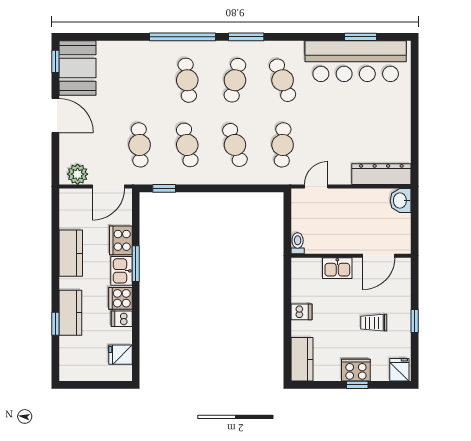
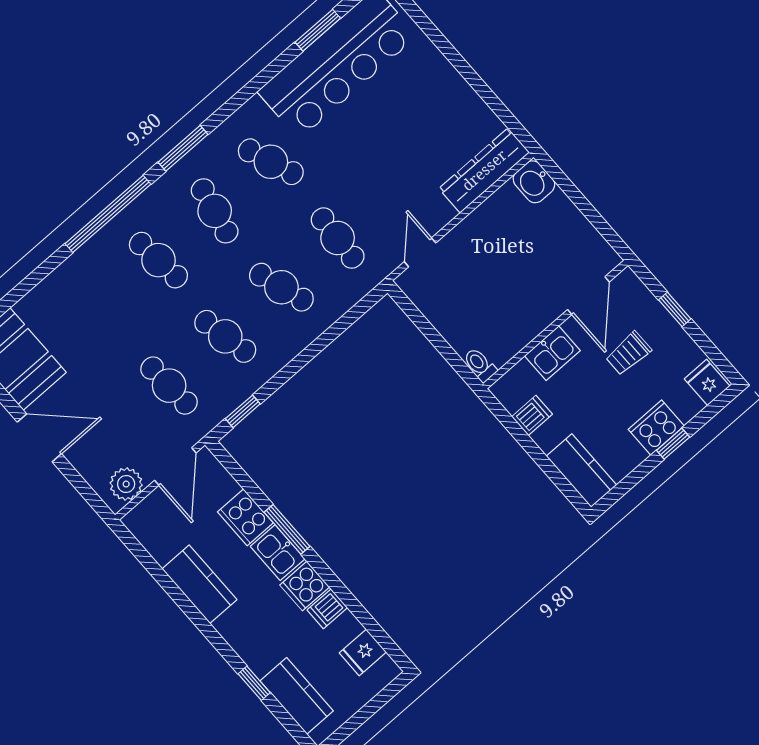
toilet: (298, 243) -> (480, 365), moved
wall: (351, 256) -> (556, 325), moved
door: (379, 256) -> (588, 296), moved
kitchen sink: (337, 268) -> (552, 353), moved
kitchen counter: (70, 313) -> (297, 696), moved

